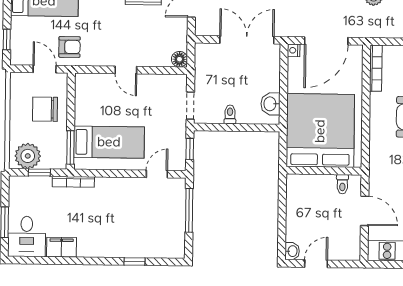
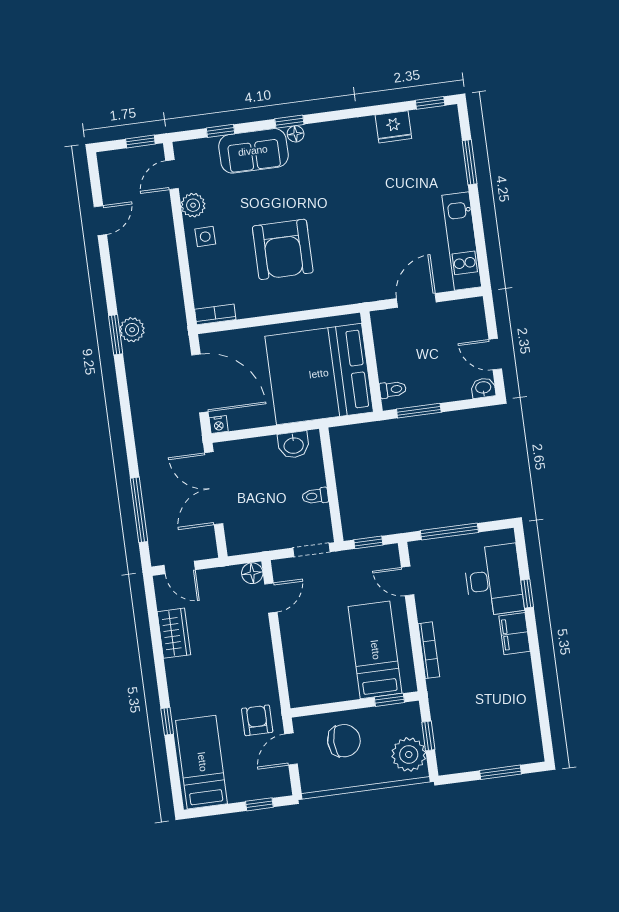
bookcase: (376, 68) -> (215, 314), width x0.64
door: (126, 70) -> (271, 598), moved
chair: (45, 109) -> (344, 741), turned -90
window: (70, 147) -> (389, 700), width x0.67
bookcase: (73, 182) -> (429, 650), moved
toilet: (342, 184) -> (393, 389), moved
window: (282, 201) -> (419, 411), added
desk: (27, 236) -> (494, 580), moved, width x1.37
filing cabinet: (62, 247) -> (515, 634), moved

